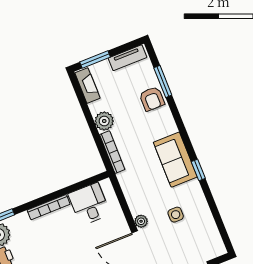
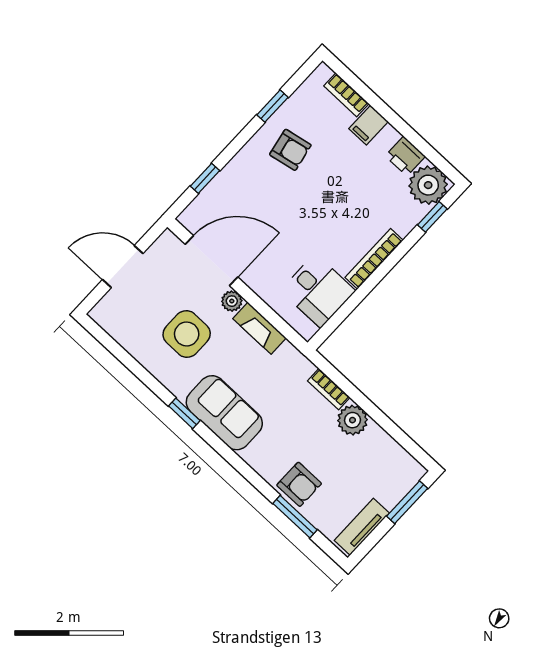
fireplace: (87, 85) -> (259, 328), moved
armchair: (152, 99) -> (299, 484), turned 180
bookcase: (112, 152) -> (329, 389), width x0.64
side table: (176, 215) -> (187, 334), width x1.87, depth x1.87

